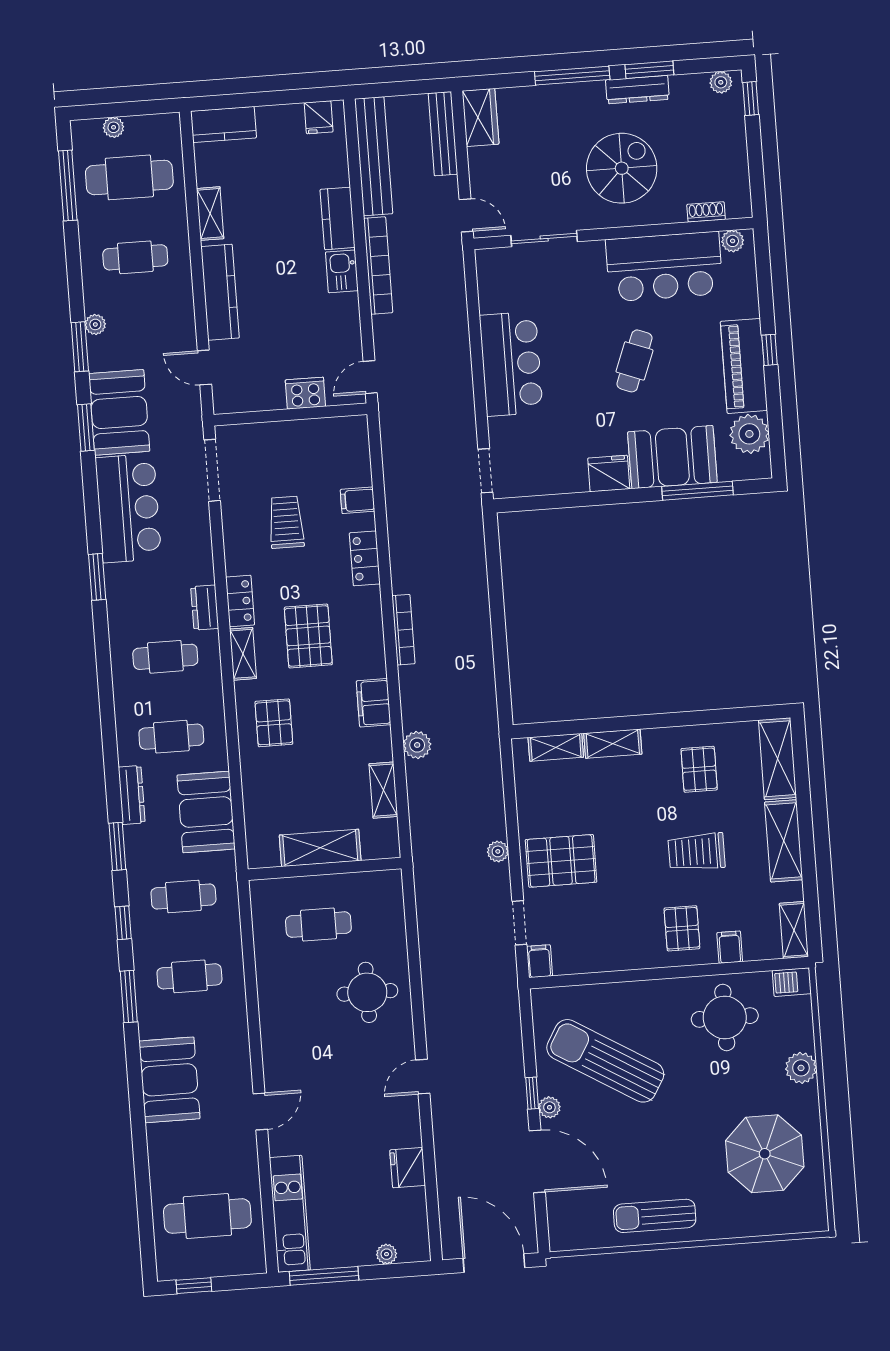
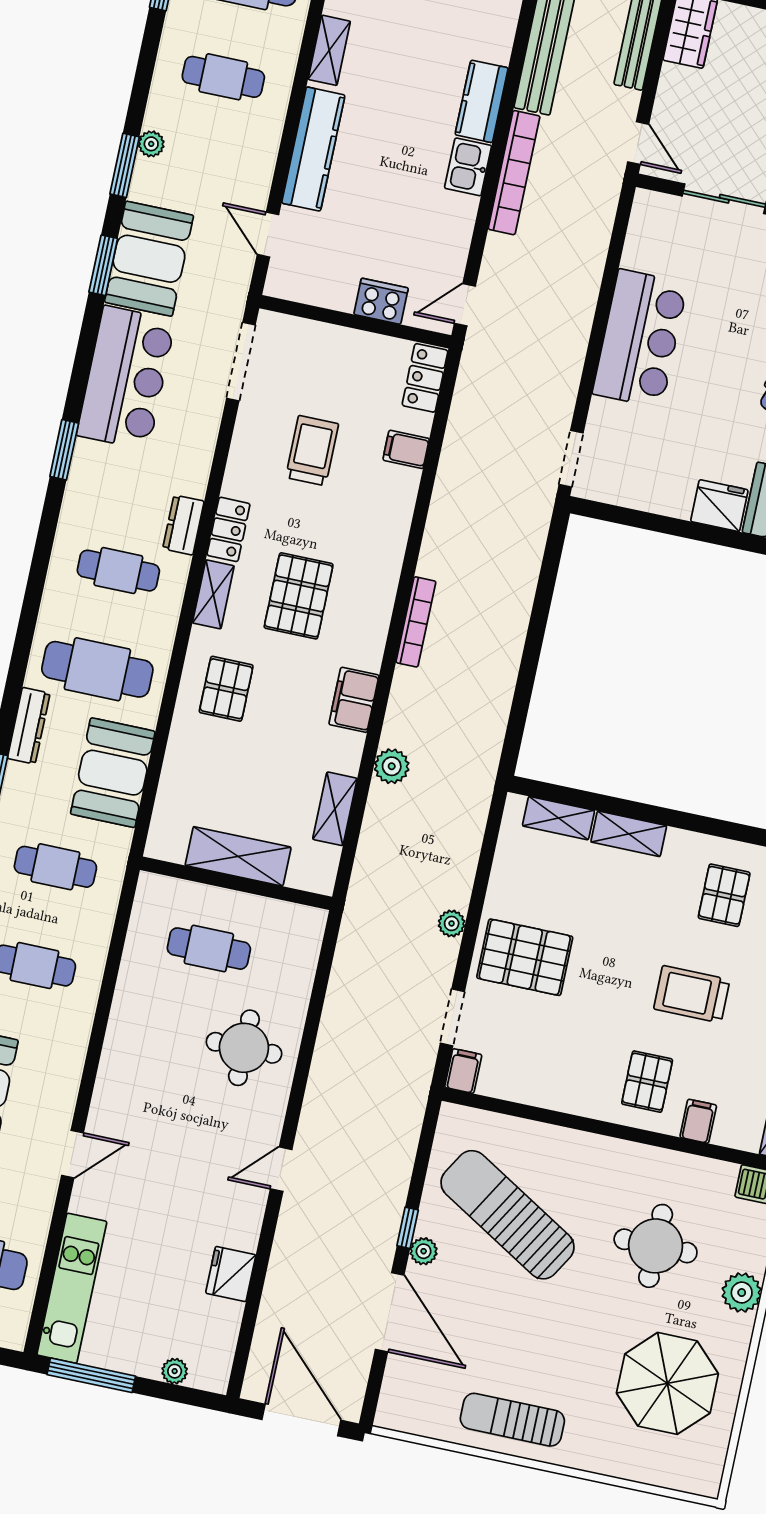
locker: (365, 558) -> (425, 378), moved
cafe table: (171, 737) -> (97, 669), width x1.37, depth x1.35
round table: (725, 1017) -> (656, 1246), moved

